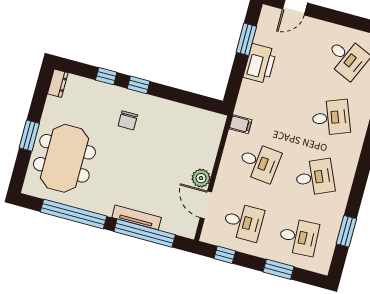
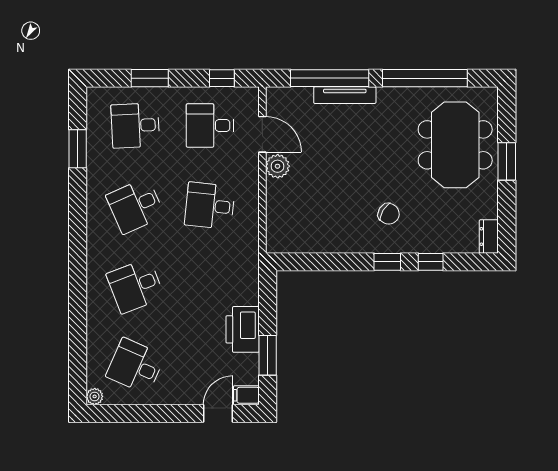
chair: (128, 120) -> (389, 214), turned 121
filing cabinet: (240, 124) -> (246, 395), moved

